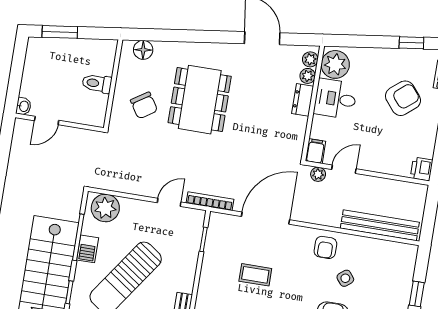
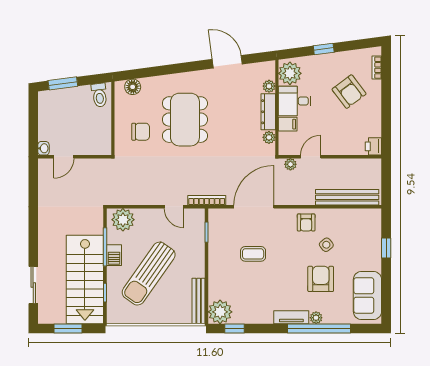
window: (411, 43) -> (324, 49), moved
plant: (310, 59) -> (269, 137), moved
toilet: (97, 83) -> (99, 95), moved, turned -98
armchair: (403, 98) -> (349, 92), turned 93
dresser: (303, 100) -> (268, 112), width x1.44
chair: (144, 105) -> (141, 132), turned -57
filing cabinet: (315, 151) -> (288, 124), moved, turned 90
door: (169, 202) -> (174, 207), swing flipped

